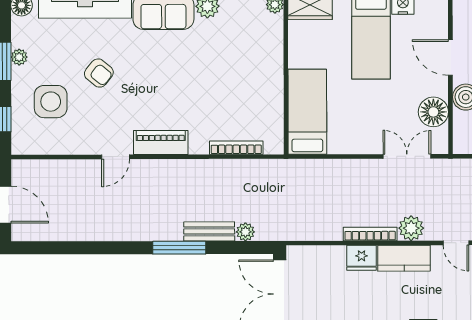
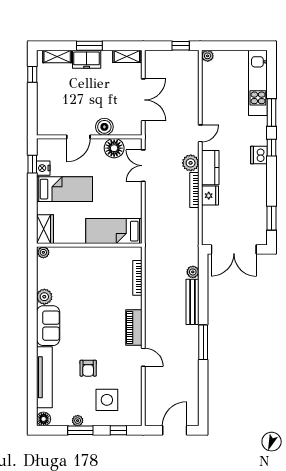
armchair: (99, 73) -> (88, 368), turned 141
bench: (209, 231) -> (192, 302), width x1.36
window: (179, 248) -> (203, 342), moved

